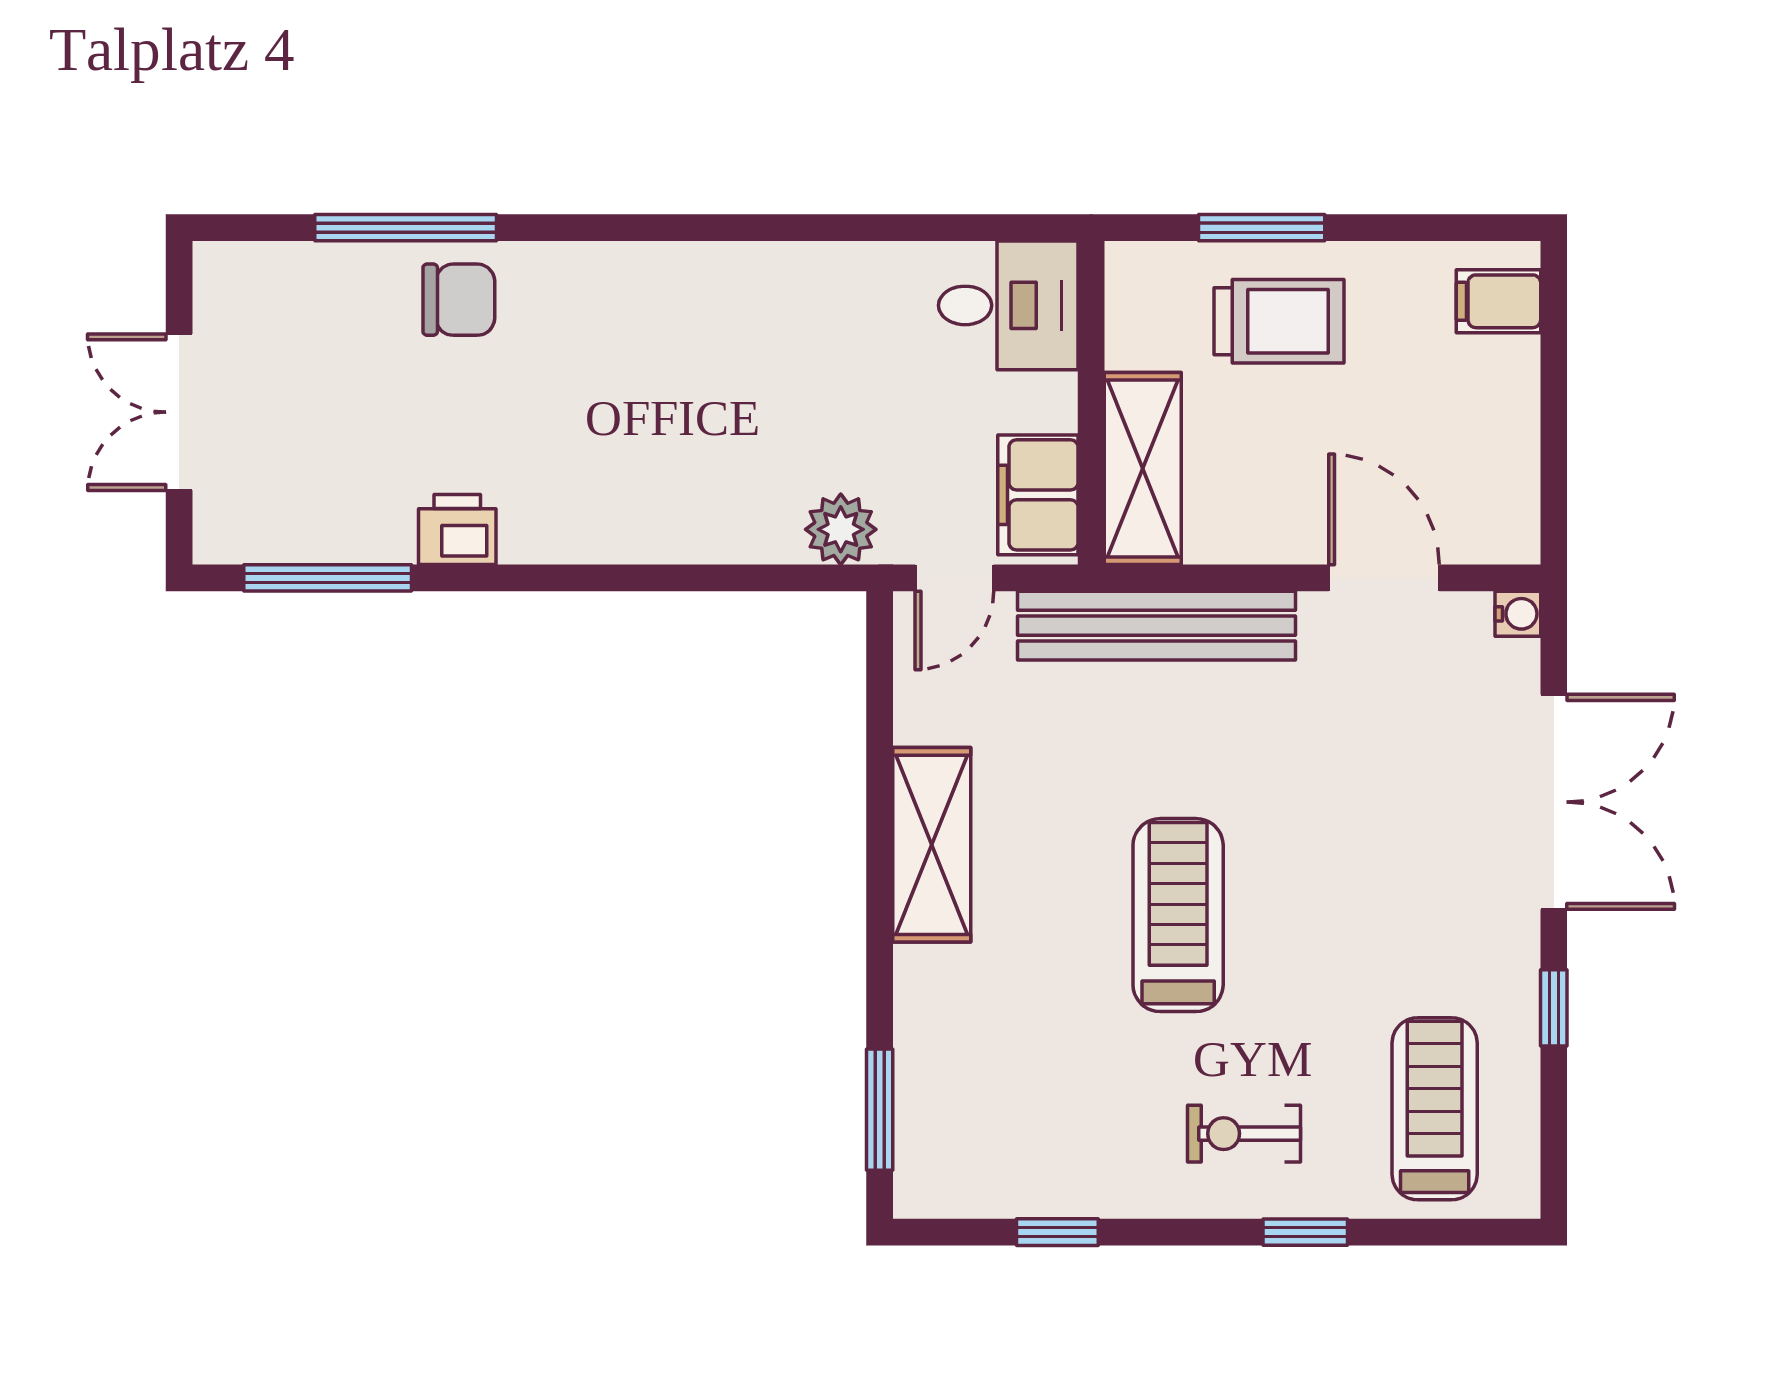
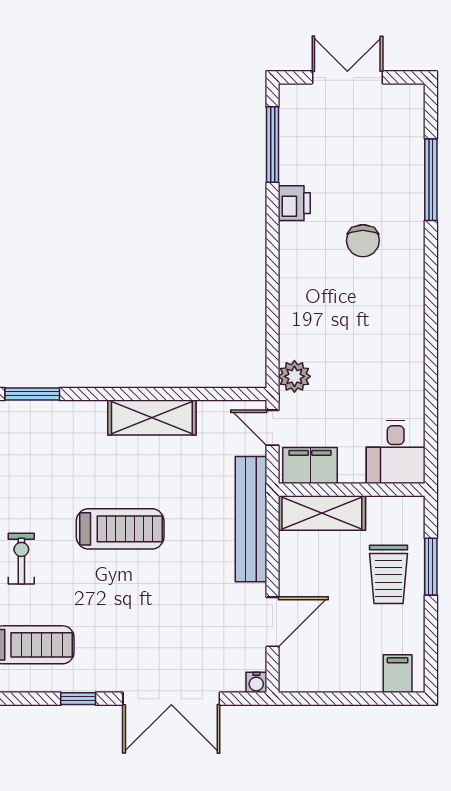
chair: (459, 300) -> (363, 241), moved

